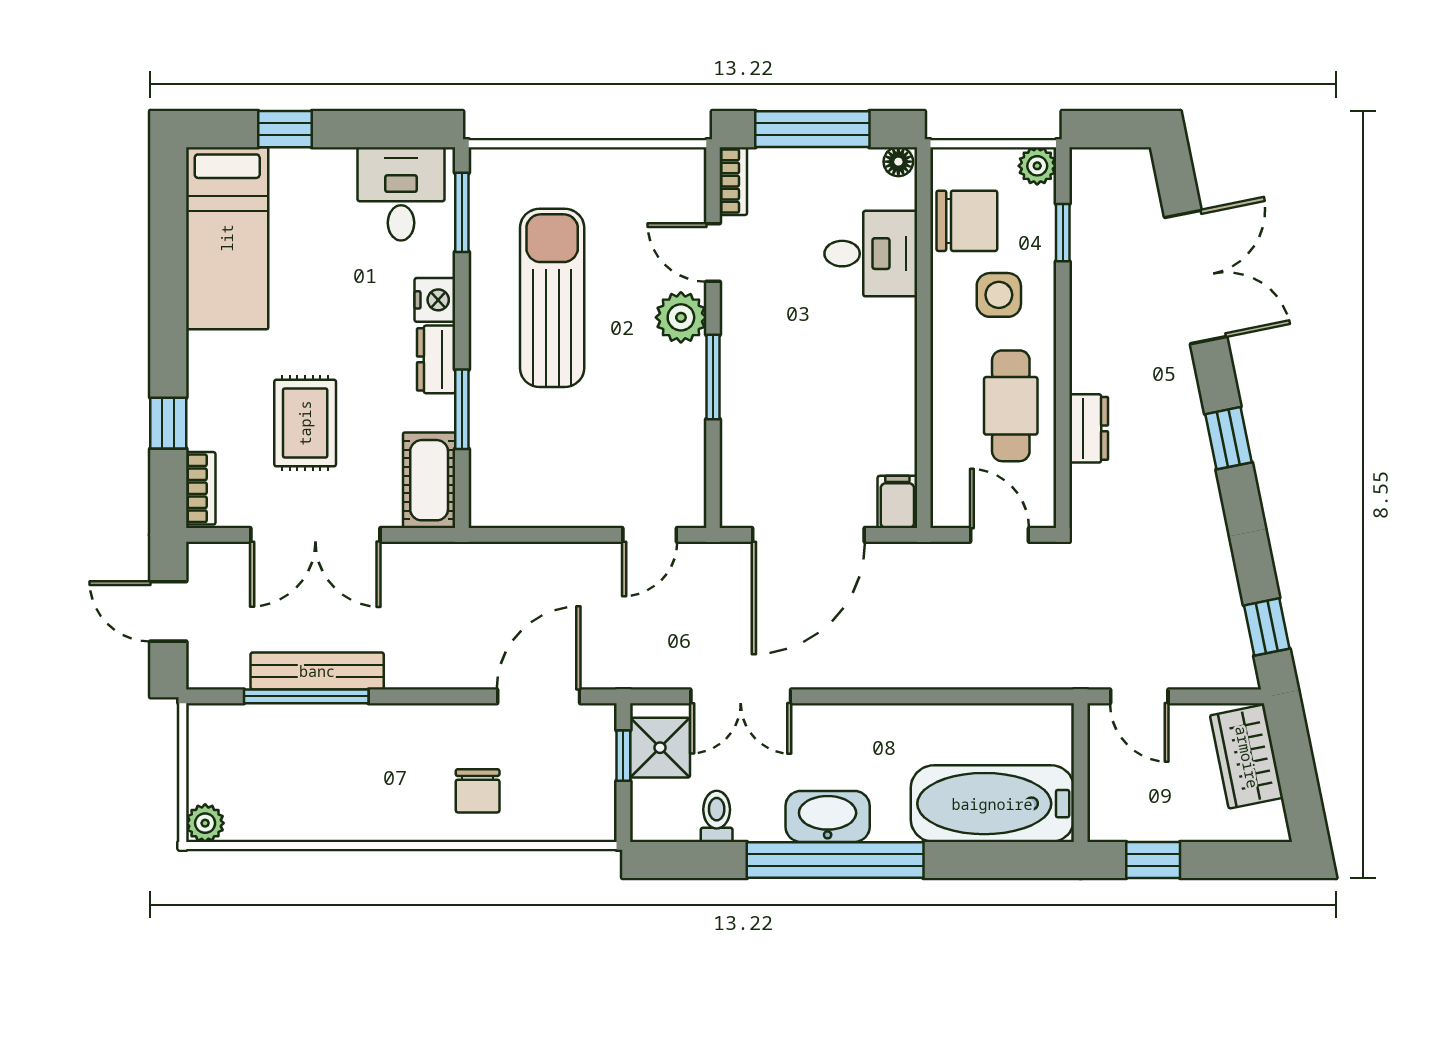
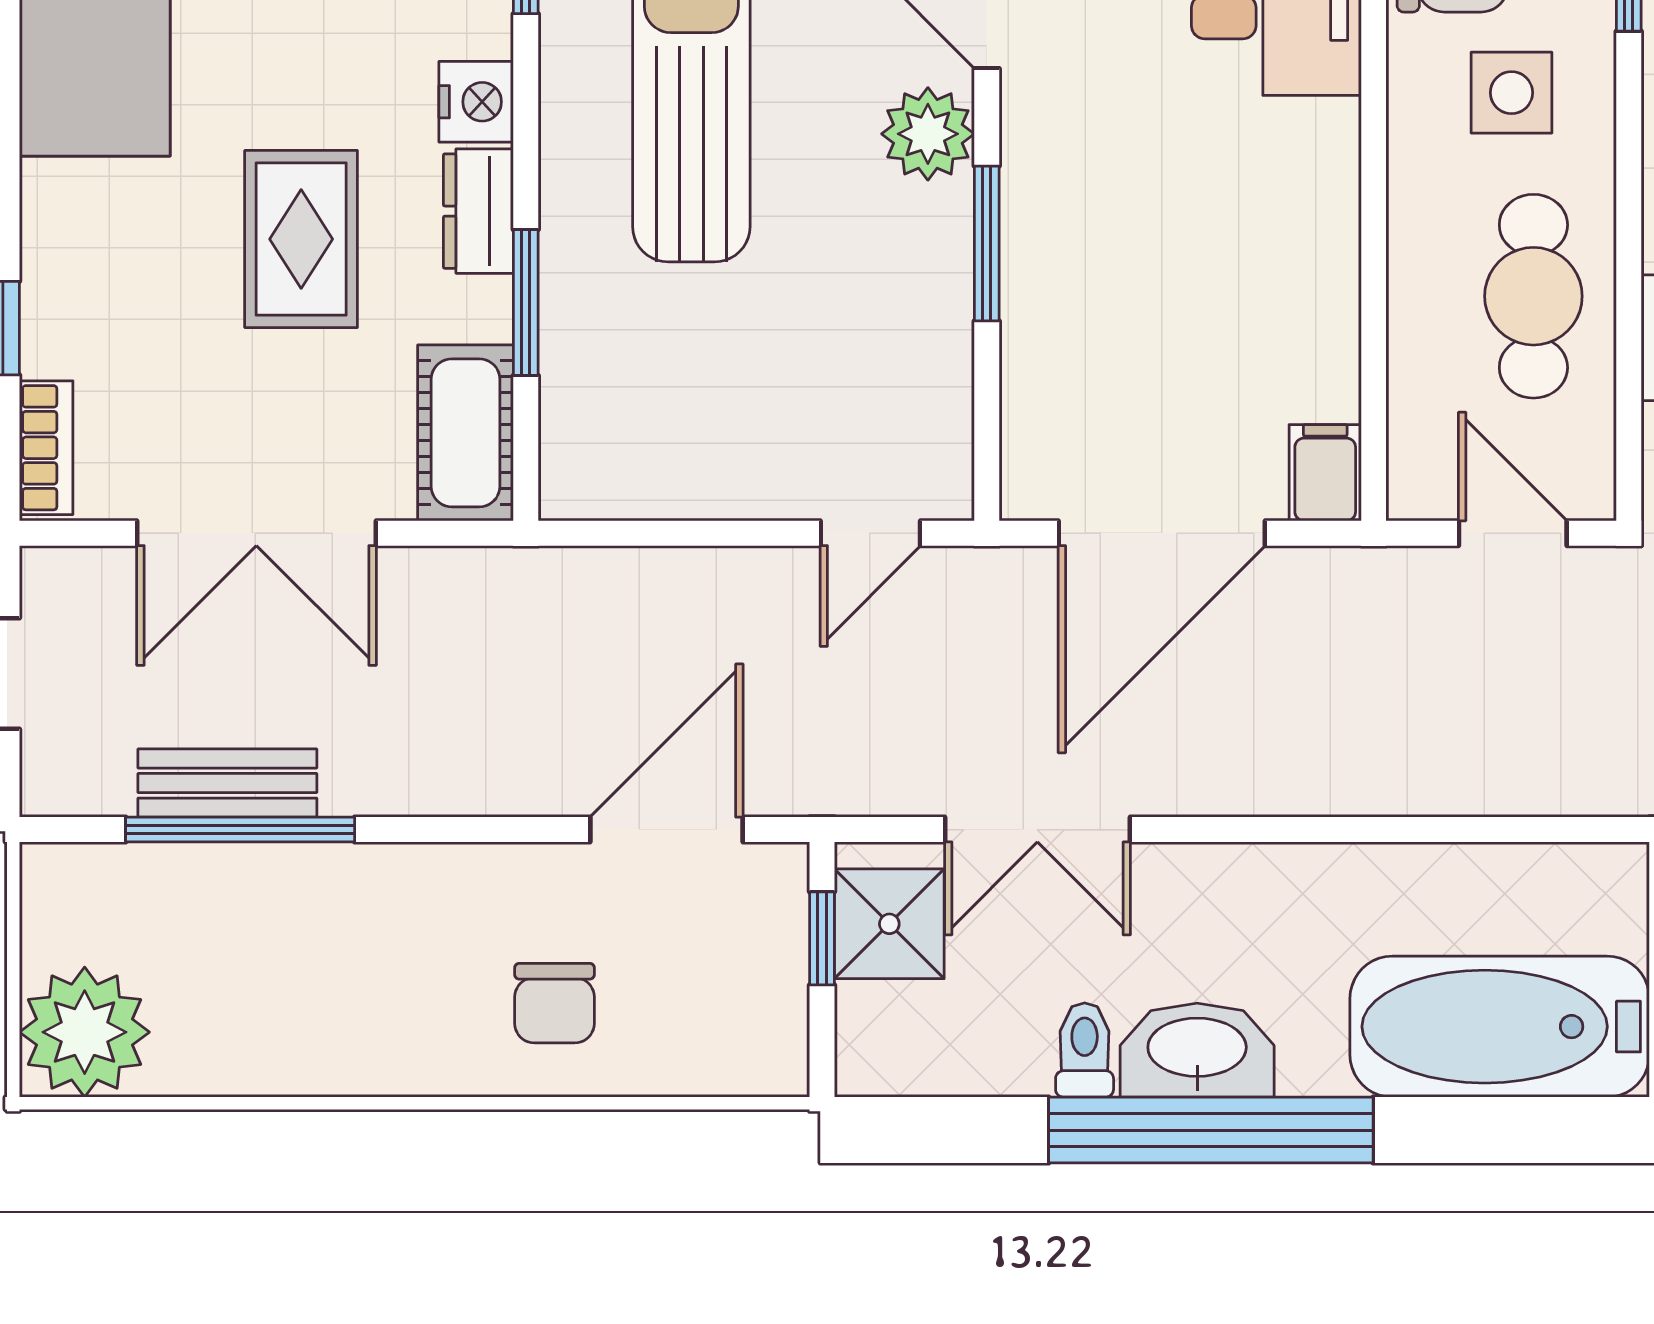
rug: (305, 423) -> (301, 239), moved
bench: (317, 671) -> (227, 783), width x0.73
toilet: (717, 816) -> (1085, 1050), moved
plant: (205, 823) -> (85, 1032), width x1.88, depth x1.88

